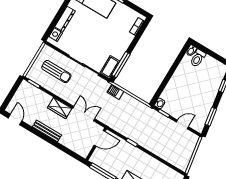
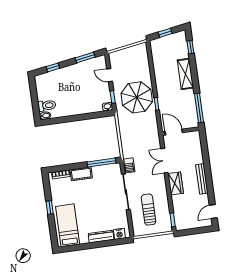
cot: (110, 67) -> (81, 174), moved
barbecue: (115, 92) -> (129, 165), moved
parasol: (149, 131) -> (137, 97), added

